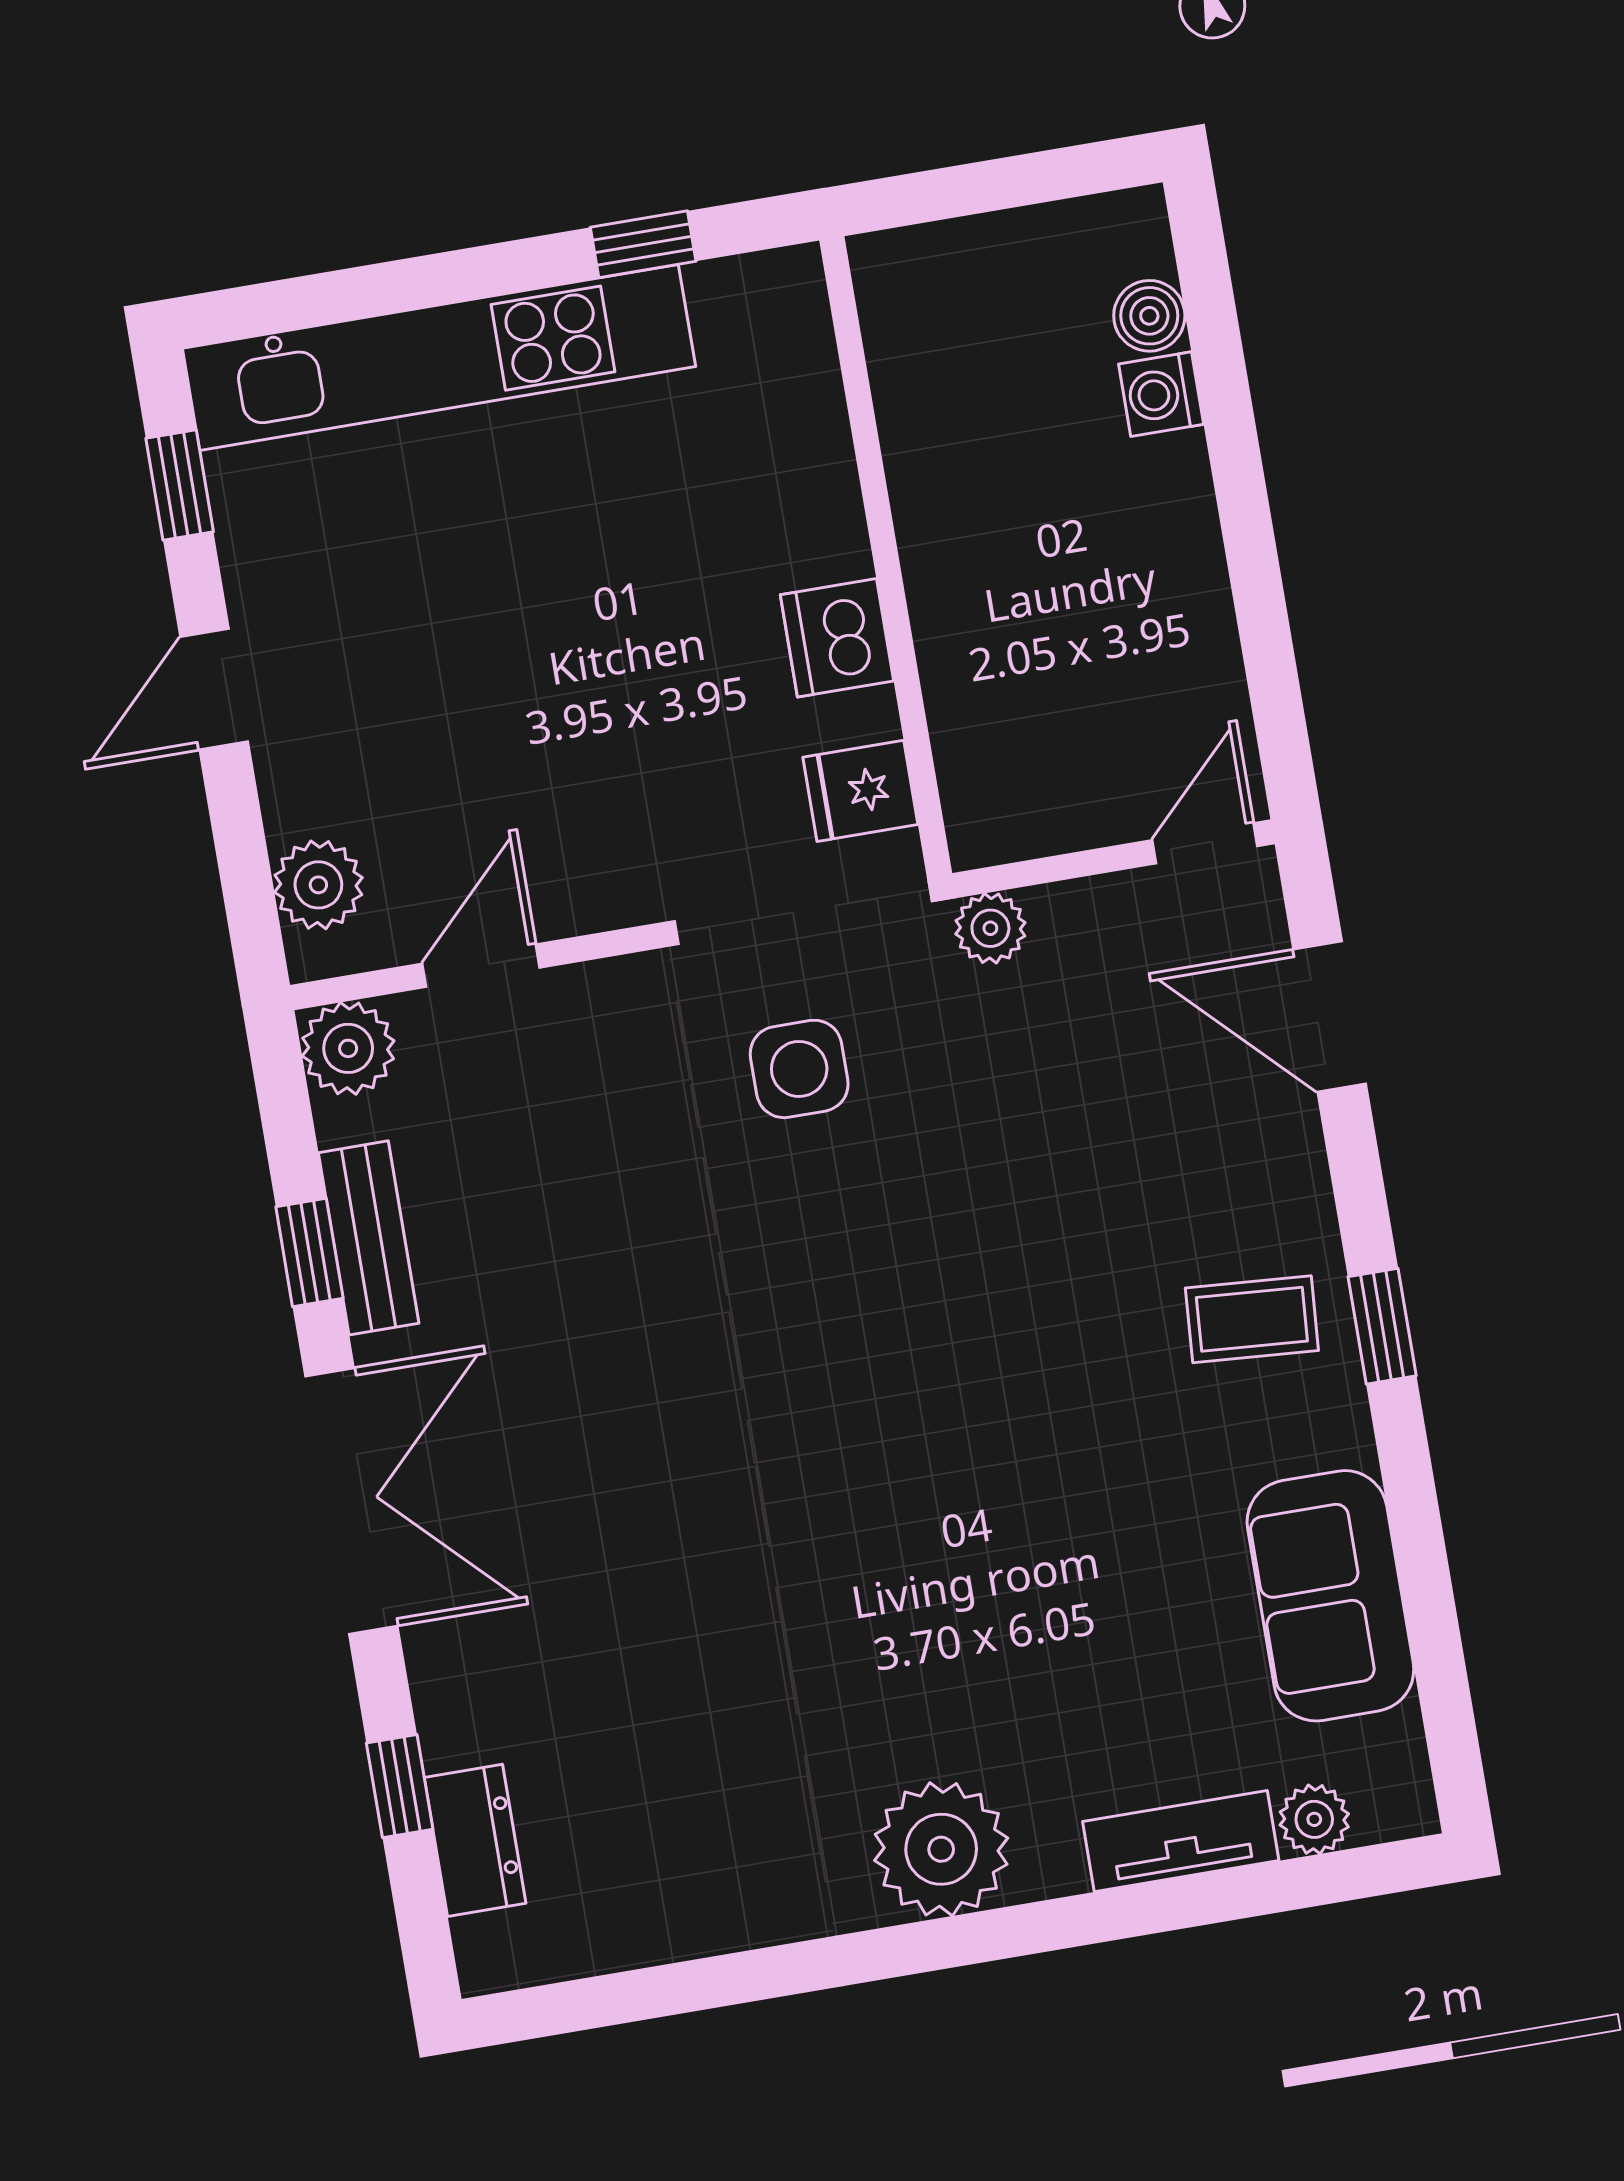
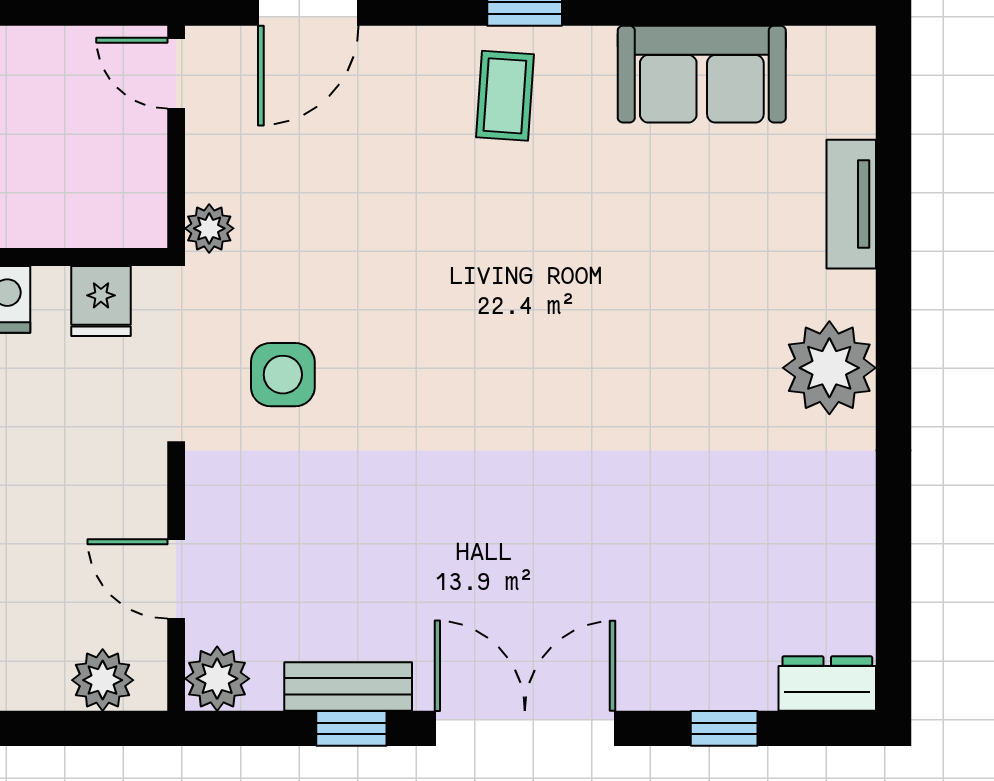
plant: (1314, 1819) -> (852, 111), removed
dresser: (475, 1840) -> (827, 683), moved

